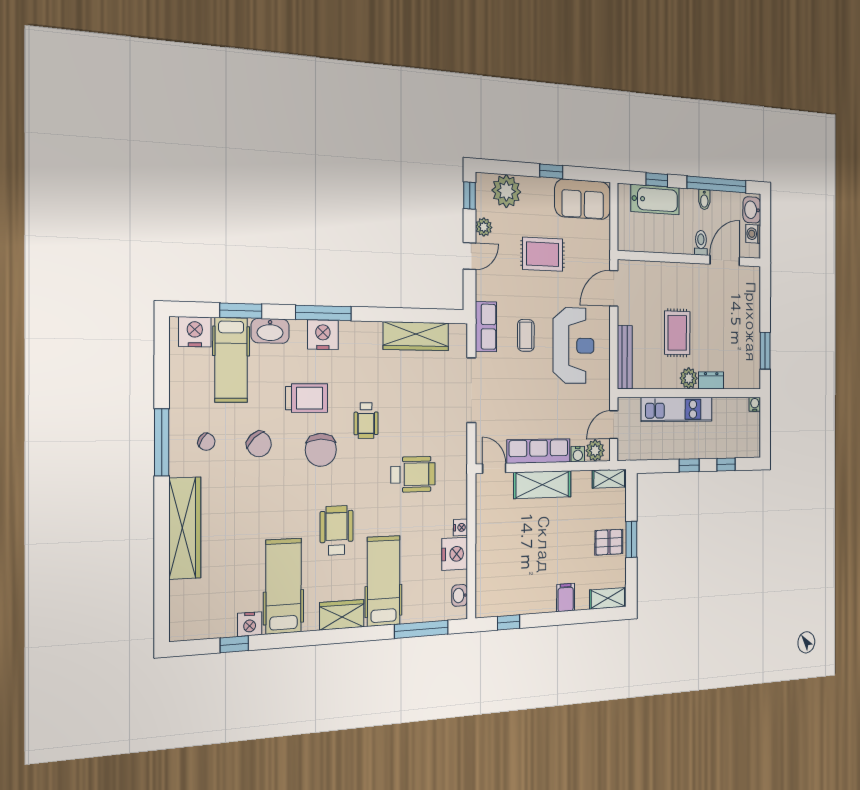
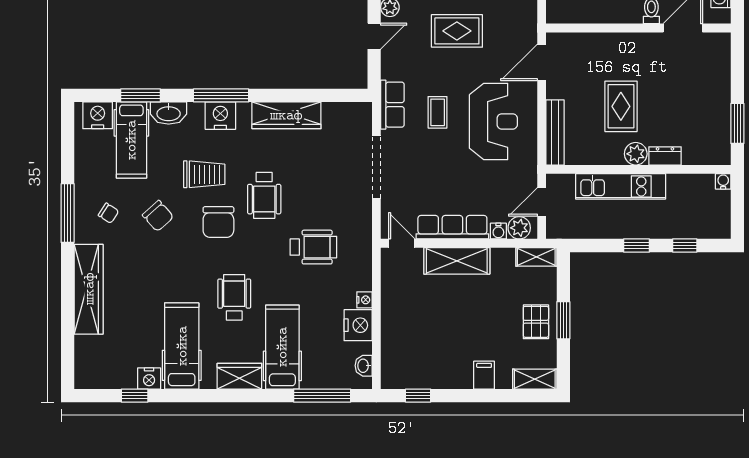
wardrobe: (416, 336) -> (286, 115), moved
wheelchair: (366, 421) -> (264, 195), width x1.36, depth x1.37
pallet: (609, 542) -> (536, 322), turned 90

